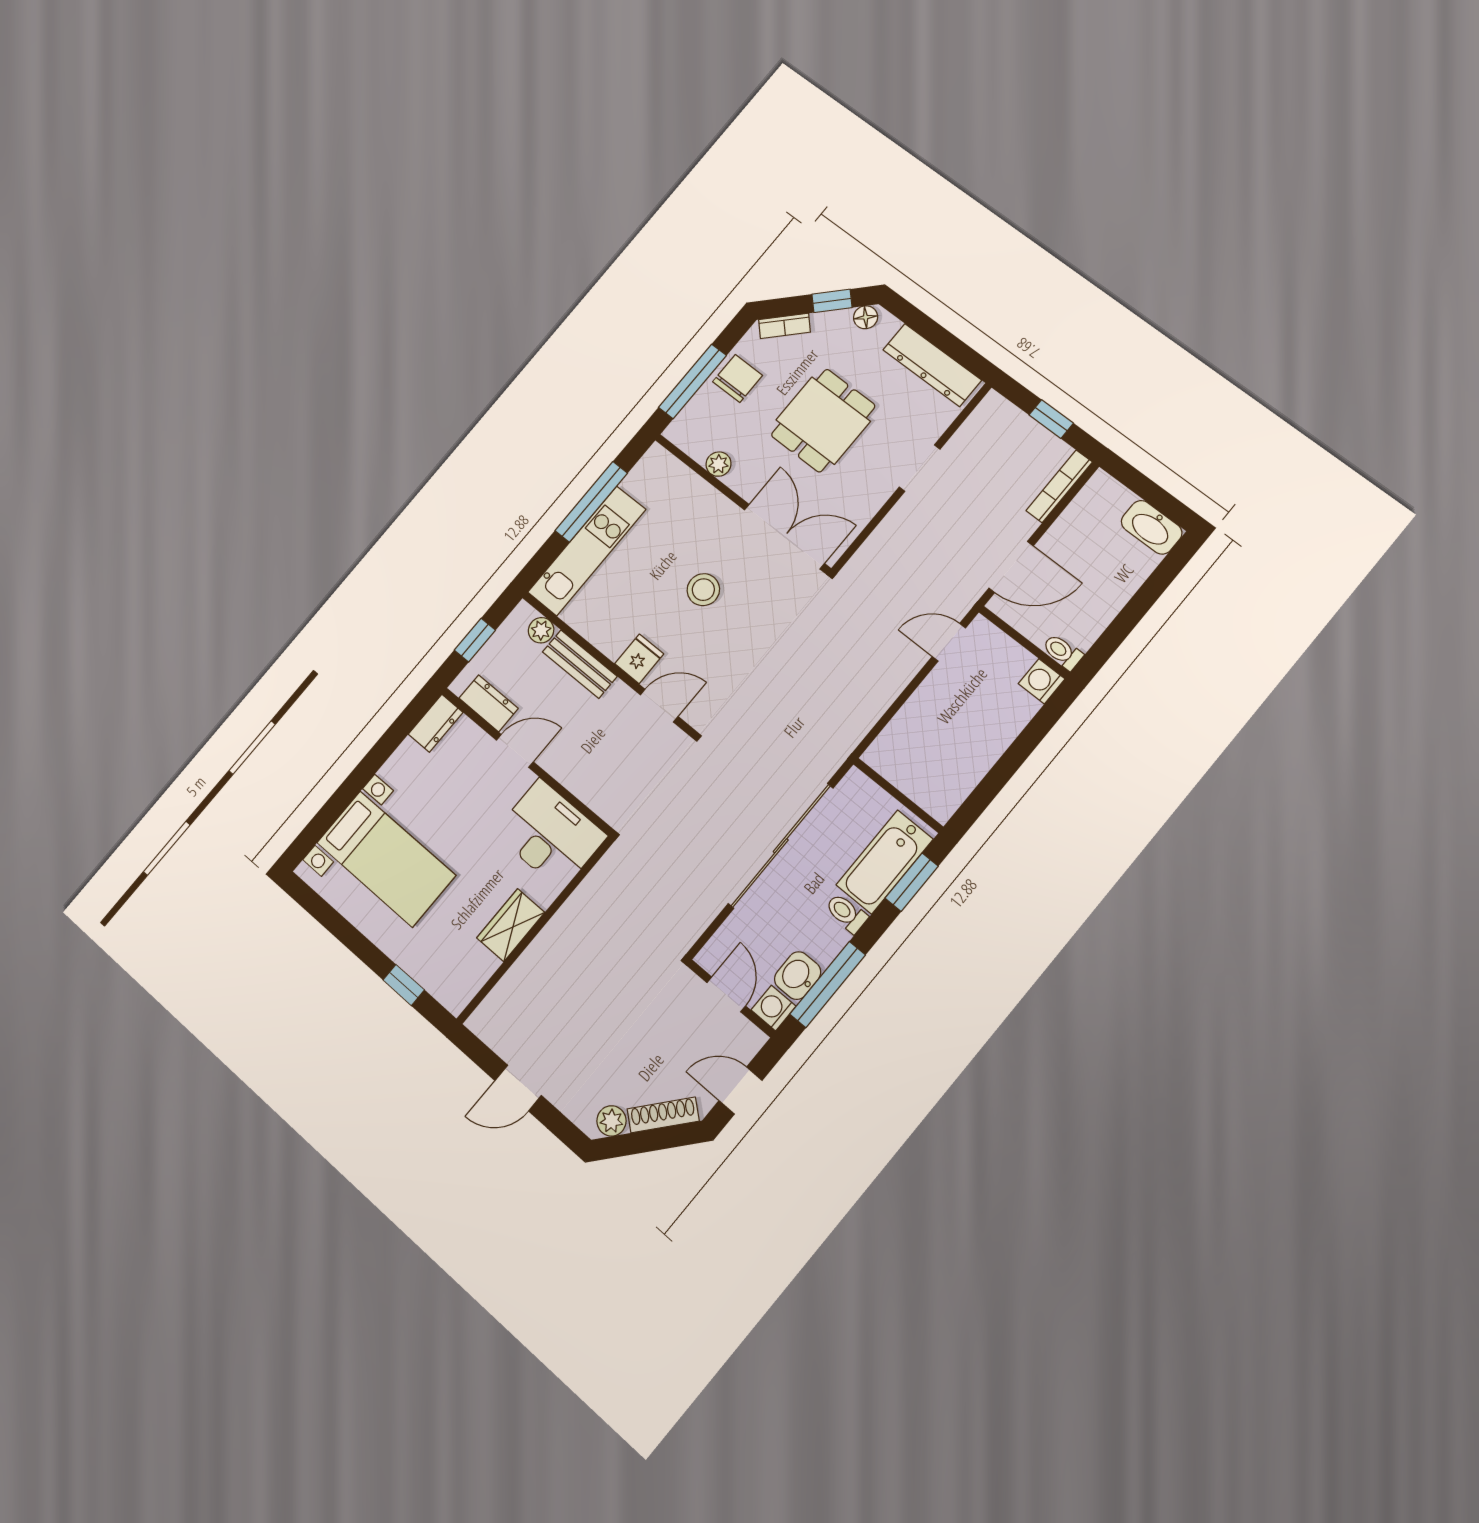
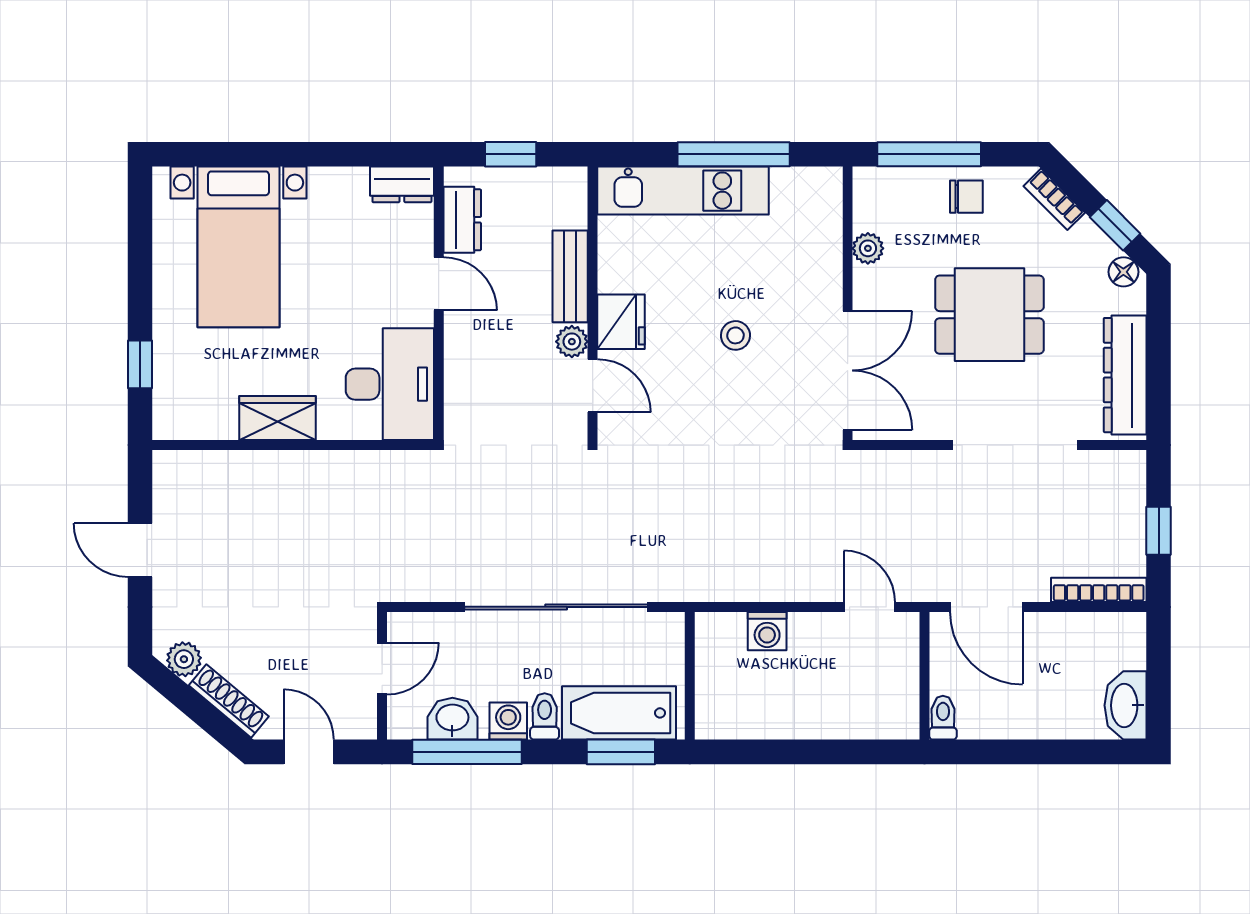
chair: (738, 379) -> (966, 197), width x0.73, depth x0.73
doorway: (920, 468) -> (1015, 445), width x1.88
stool: (703, 590) -> (735, 335), width x0.73, depth x0.73
plant: (541, 630) -> (572, 342), moved
fridge: (639, 659) -> (621, 322), width x1.38
washing machine: (1042, 681) -> (767, 631), moved, turned 180
washing machine: (774, 1008) -> (508, 721), moved

